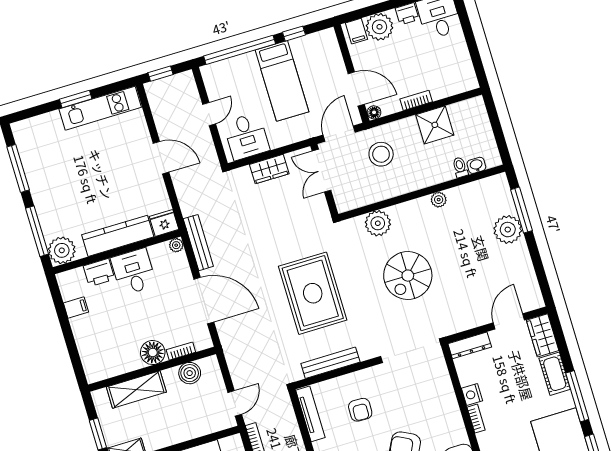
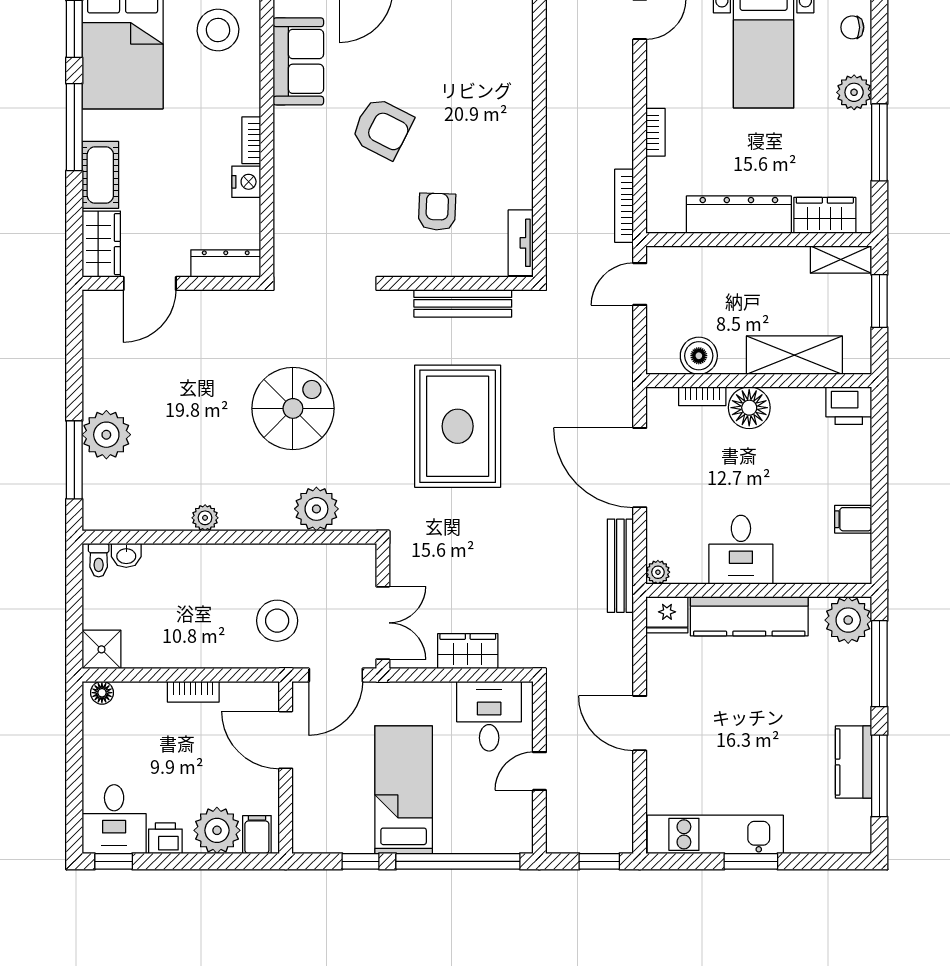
floor lamp: (374, 112) -> (102, 693), moved
shower: (435, 125) -> (101, 649), moved, width x0.73, depth x0.73
toilet: (460, 167) -> (99, 560), moved
kitchen counter: (35, 172) -> (853, 762), added
printer: (99, 273) -> (849, 406), moved, turned 180
tv unit: (310, 414) -> (521, 243), width x0.71

